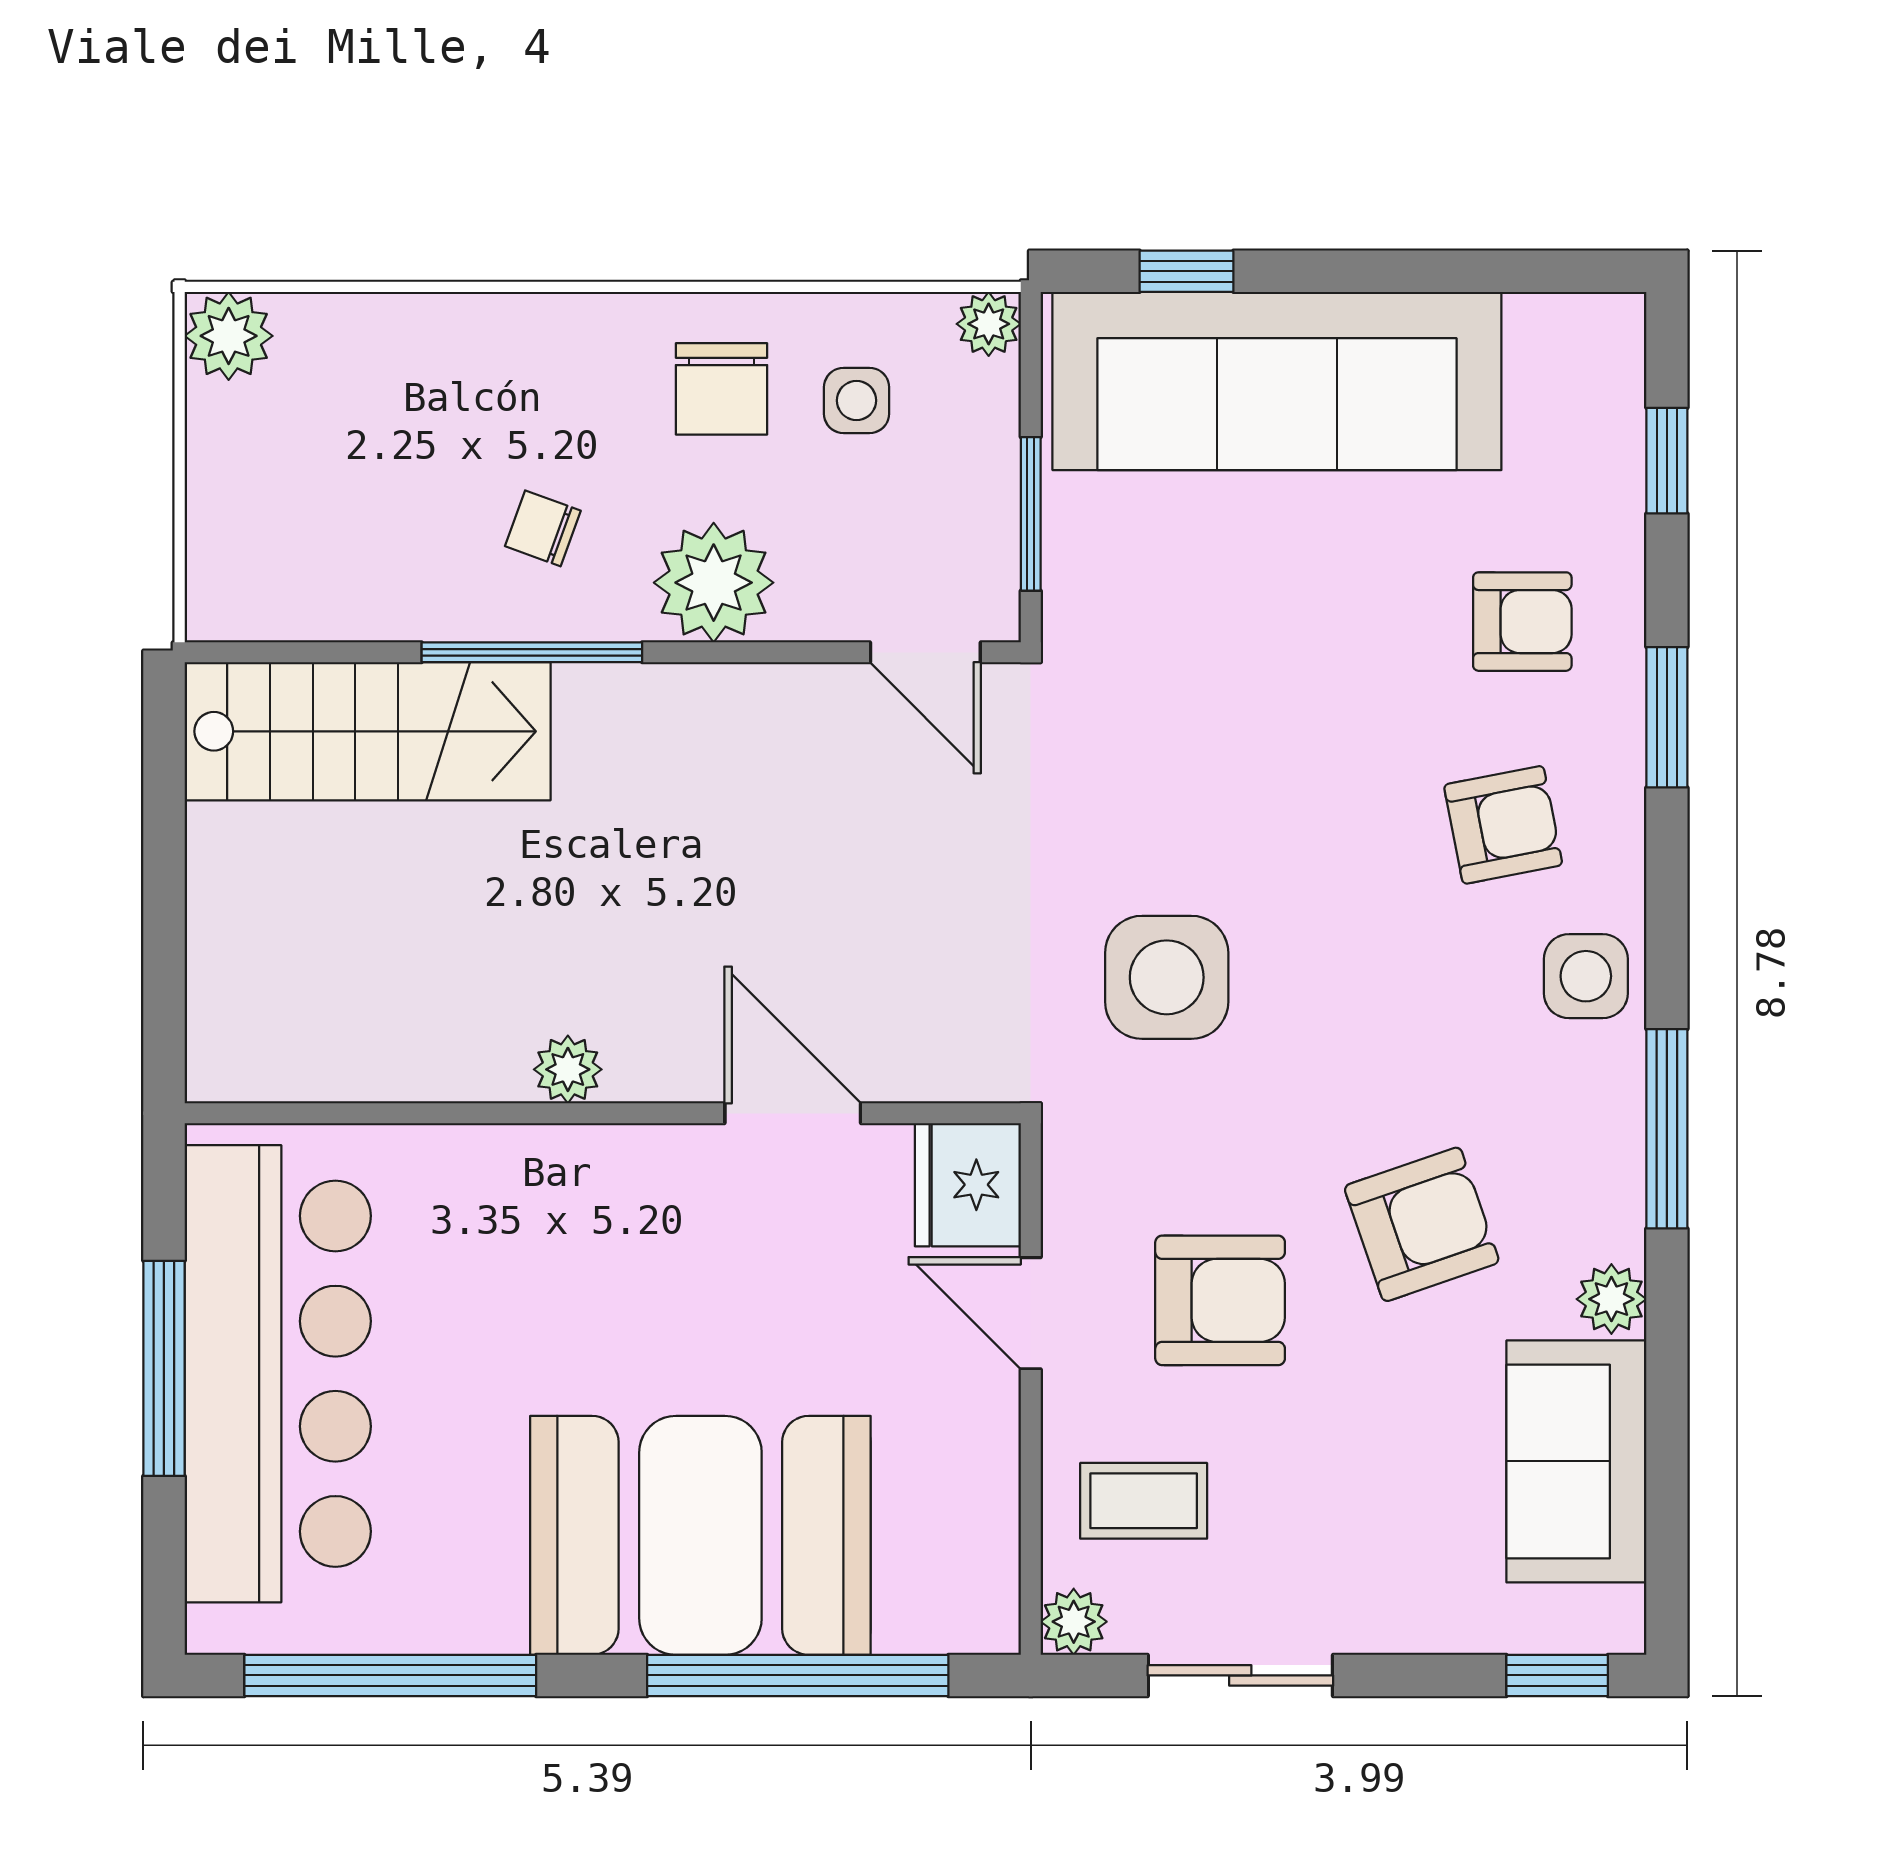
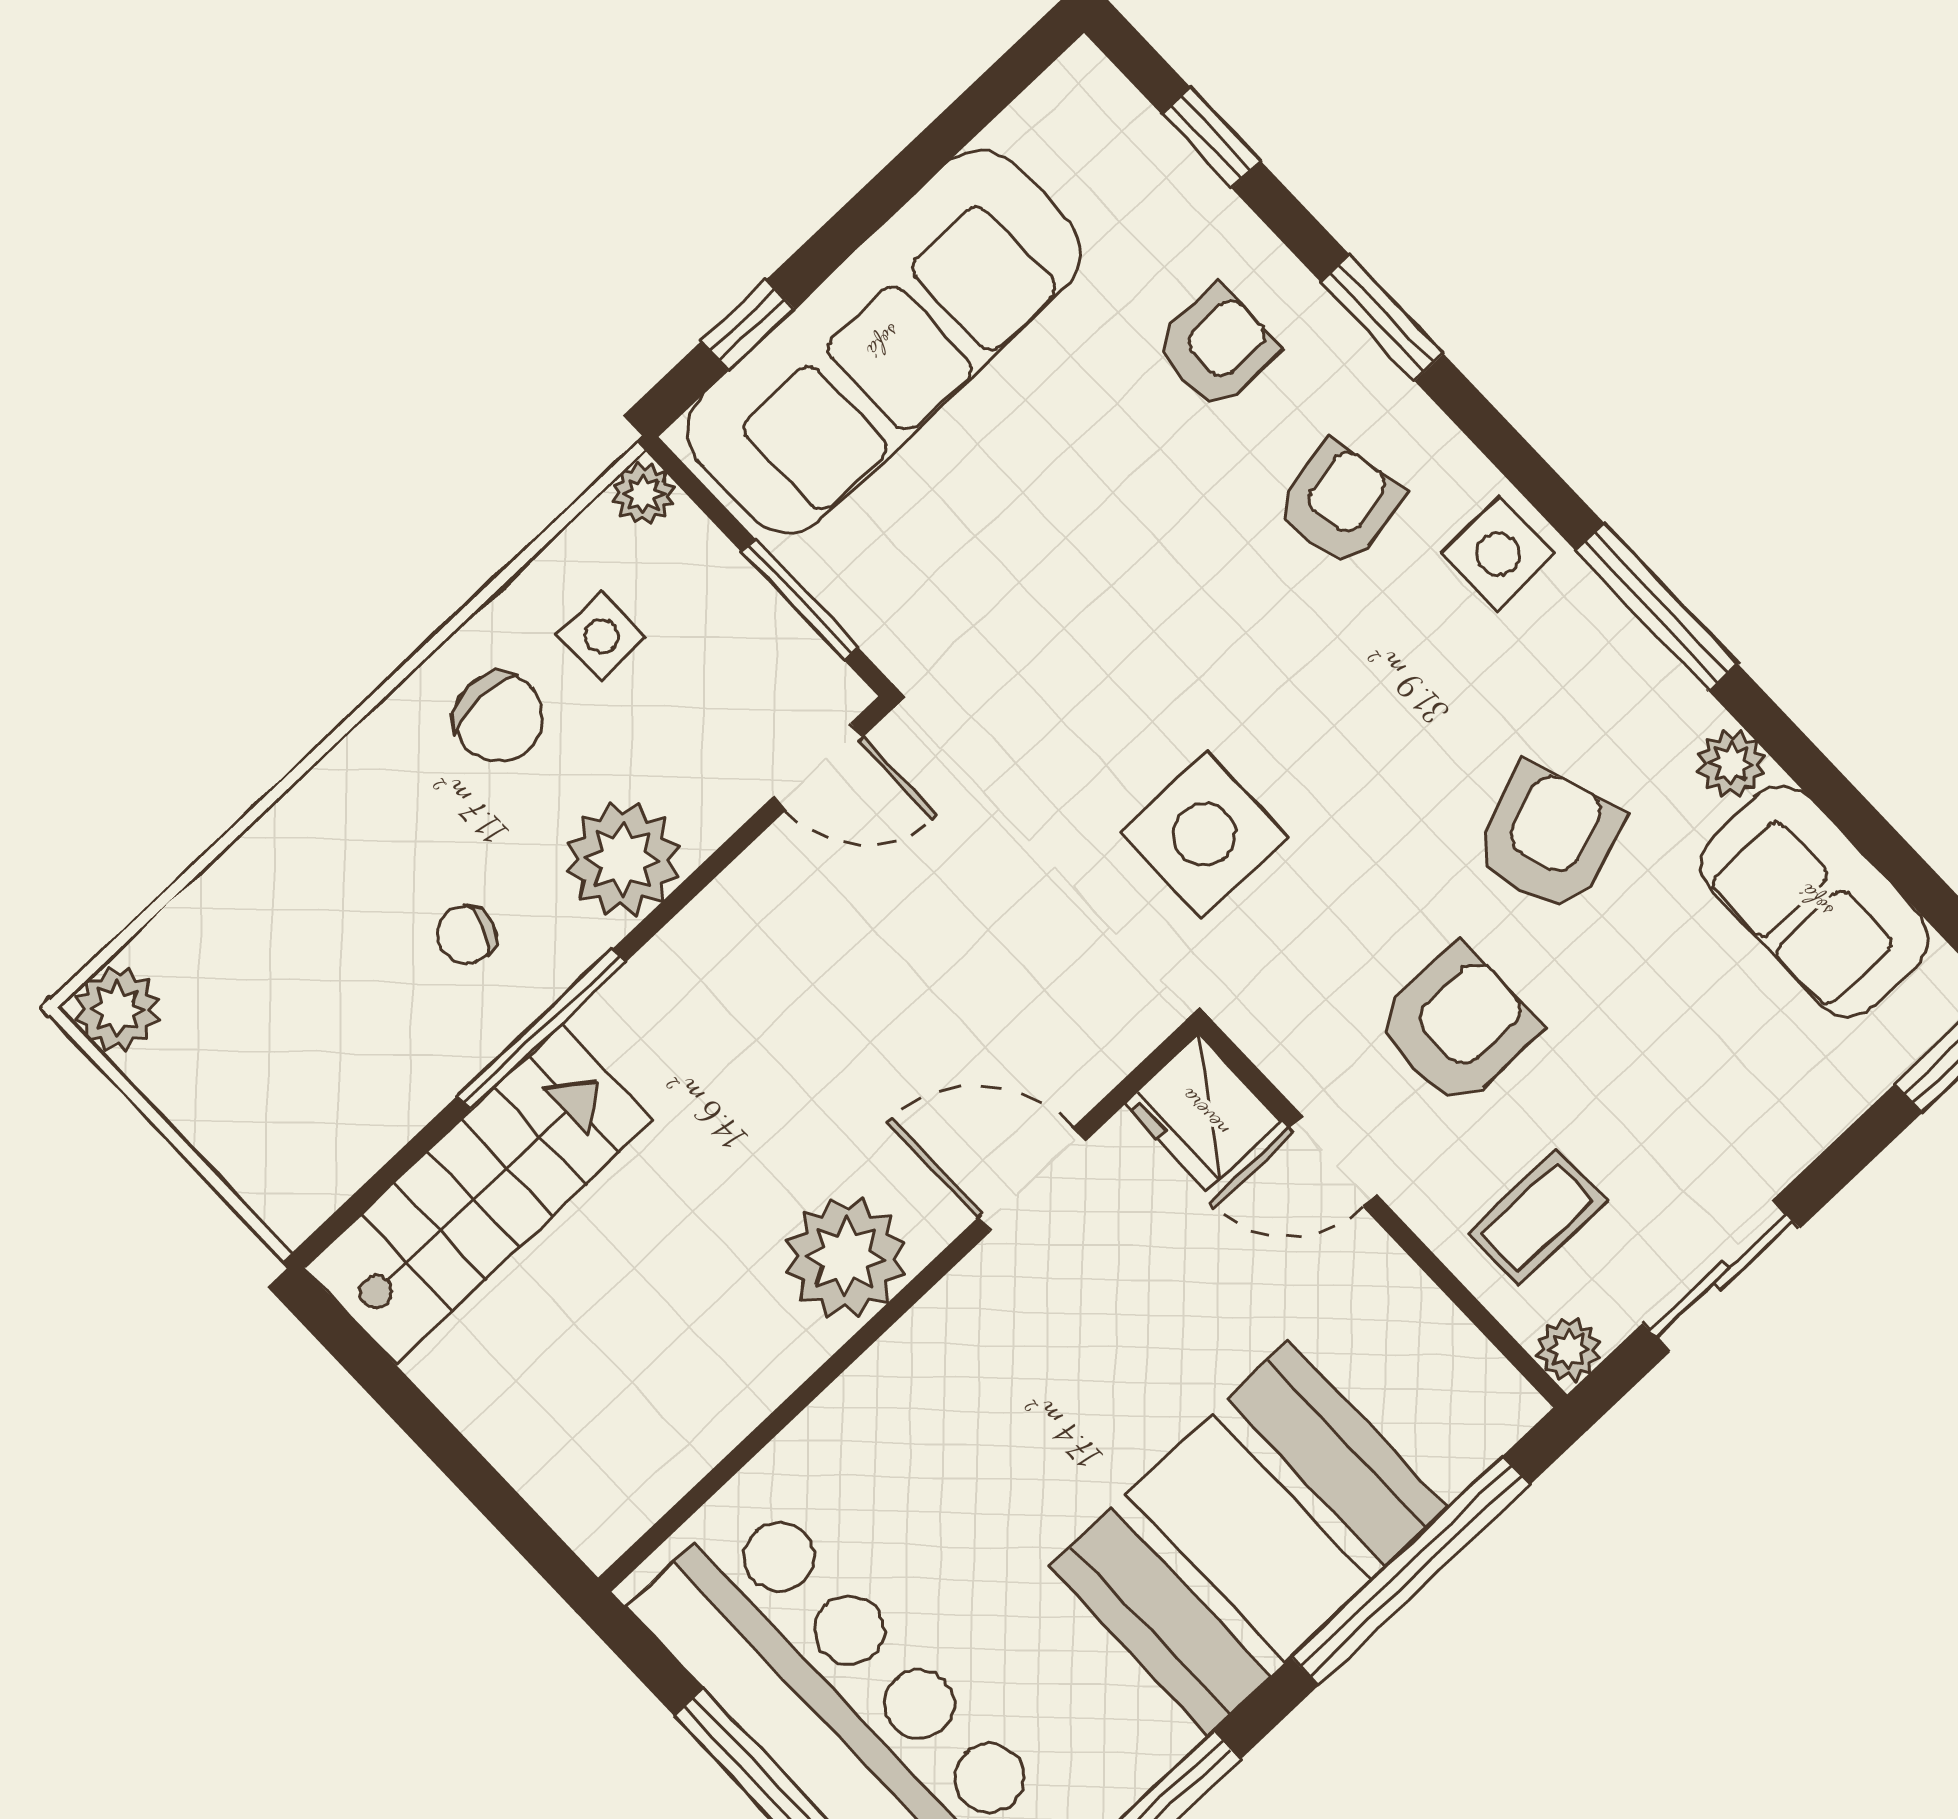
plant: (568, 1069) -> (846, 1258), width x1.88, depth x1.88

